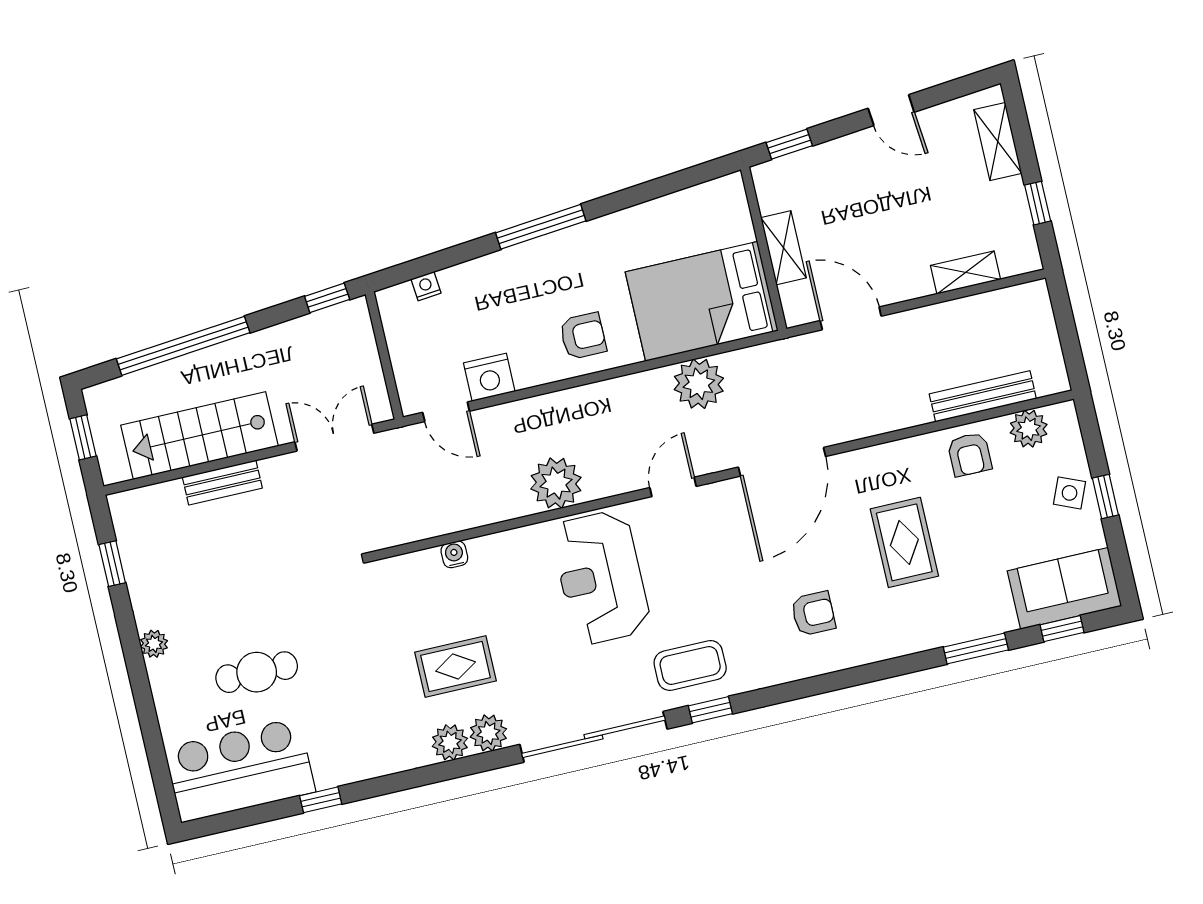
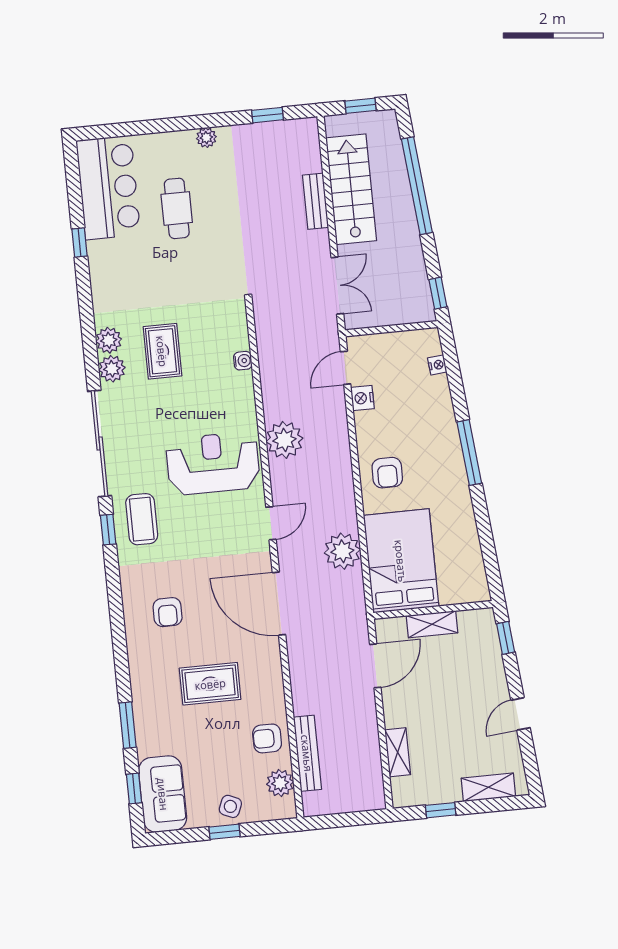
nightstand: (489, 377) -> (362, 398), width x0.74, depth x0.75
door: (673, 487) -> (271, 523), hinge flipped

